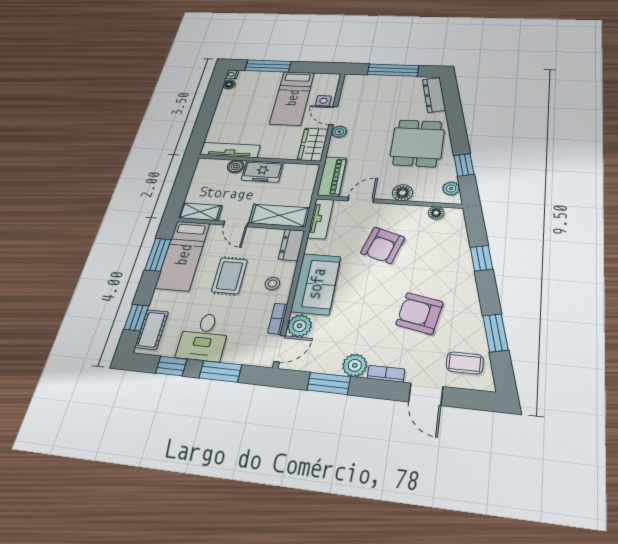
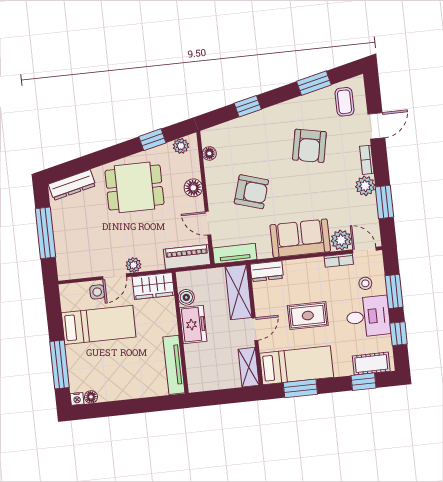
boiler: (236, 166) -> (186, 297), moved
stool: (272, 284) -> (365, 283), moved

